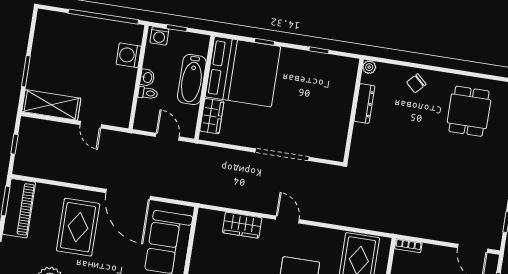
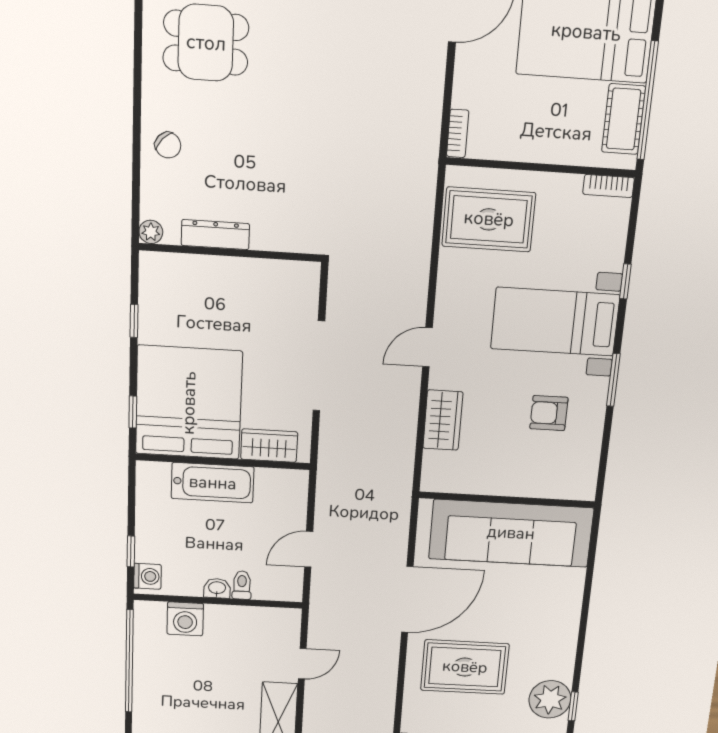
bed: (243, 72) -> (189, 403), moved
bathtub: (192, 80) -> (213, 483), moved
wall: (204, 87) -> (223, 462), moved
wardrobe: (212, 116) -> (269, 446), moved

